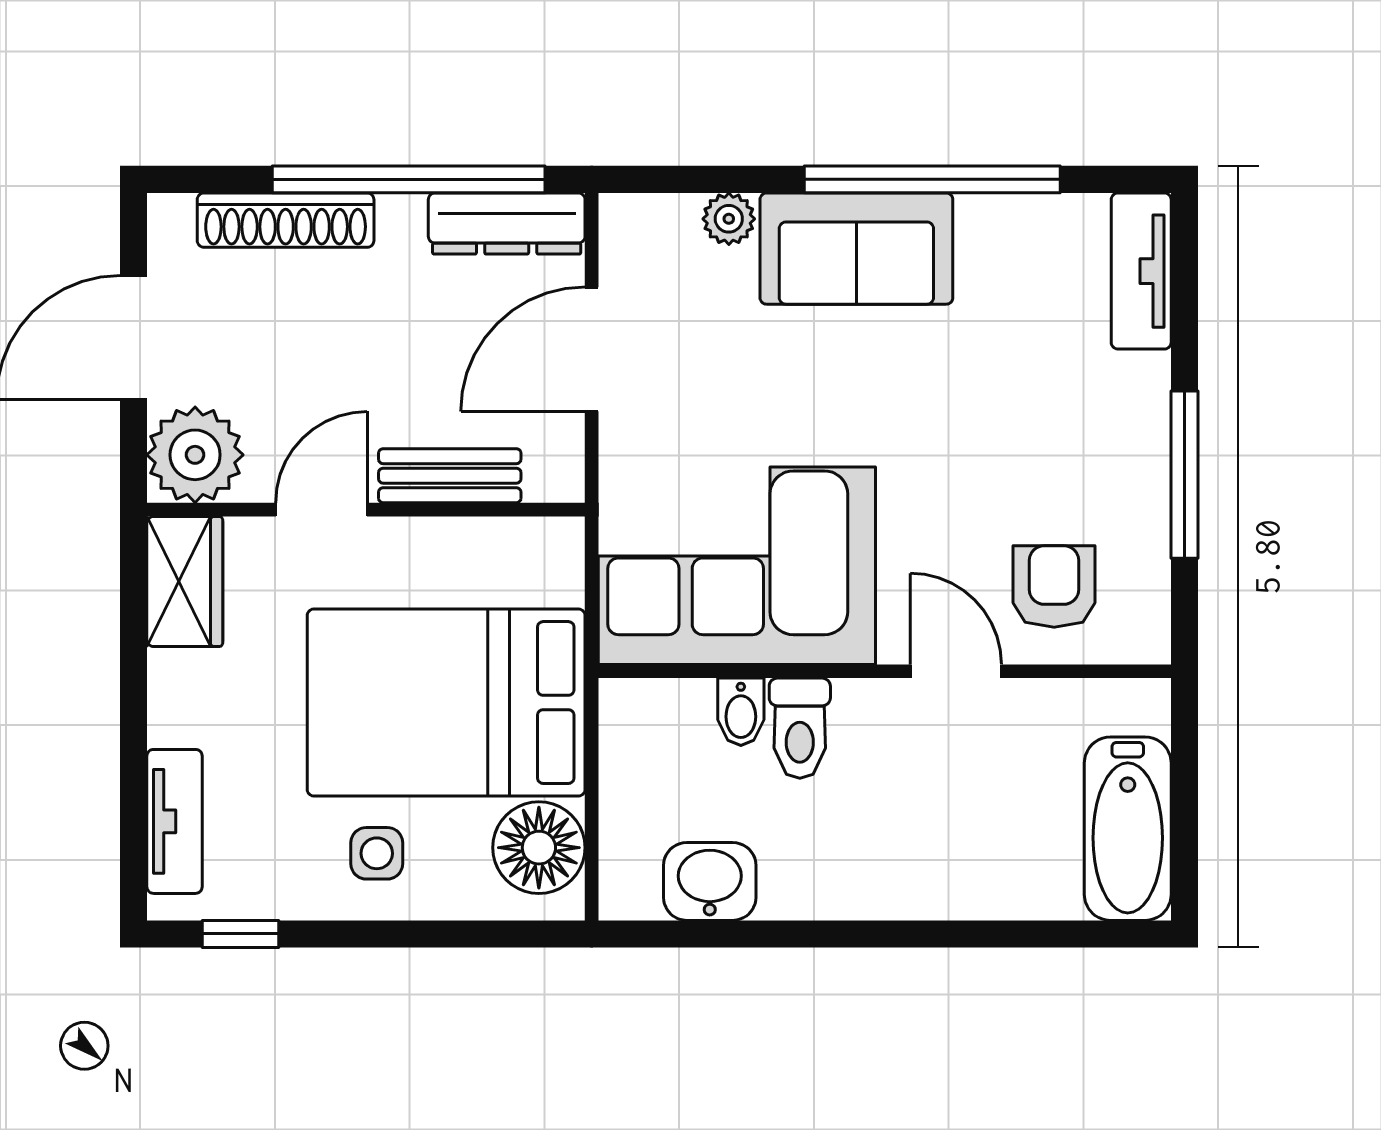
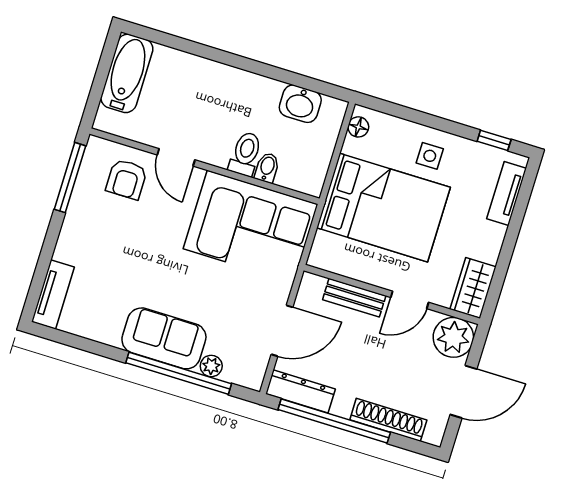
window: (932, 179) -> (179, 373), moved
window: (1185, 475) -> (70, 178), moved
floor lamp: (539, 848) -> (358, 127), width x0.53, depth x0.53

